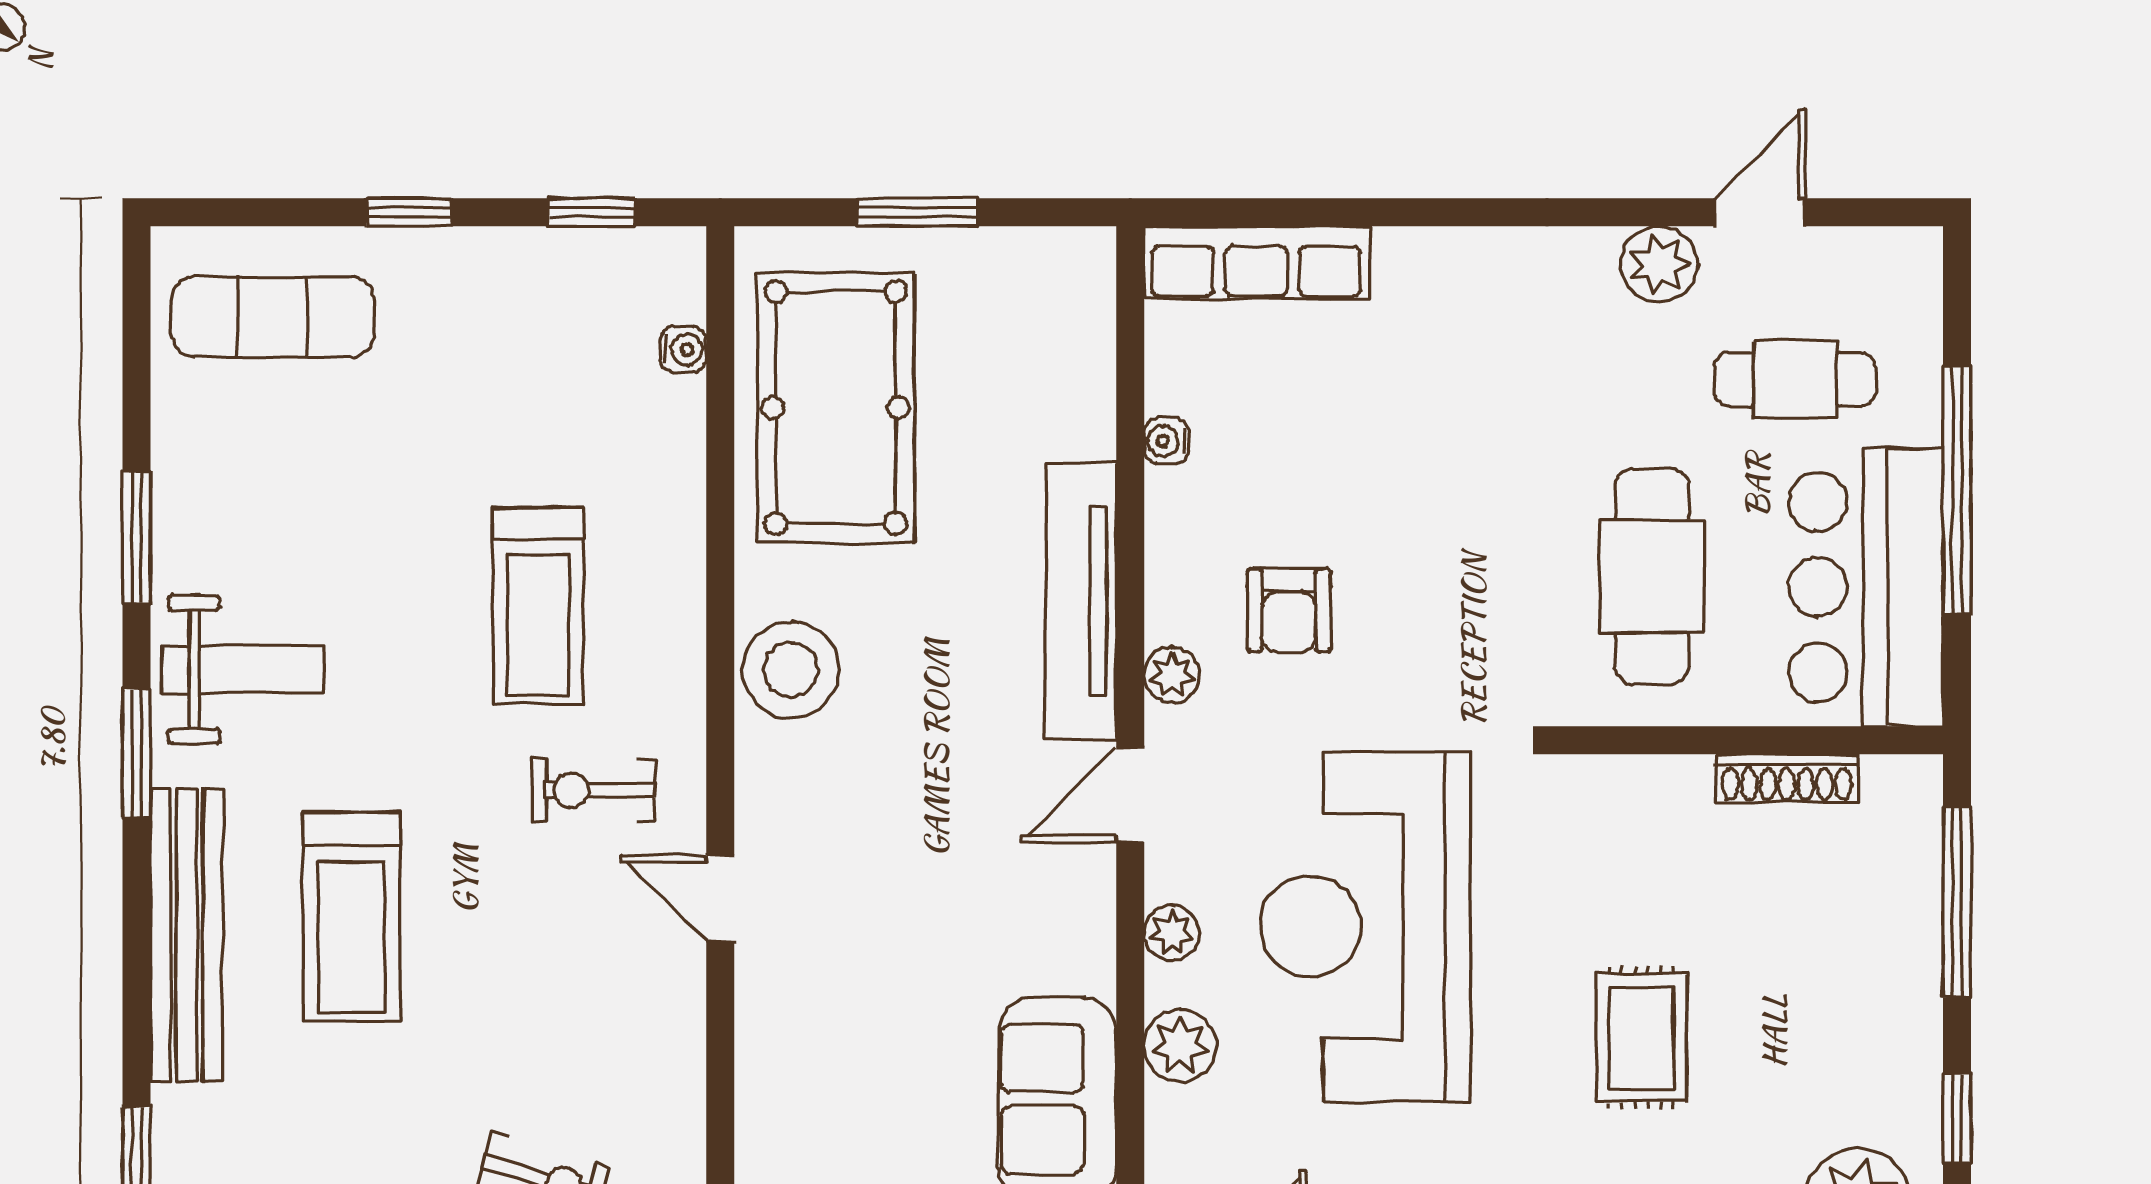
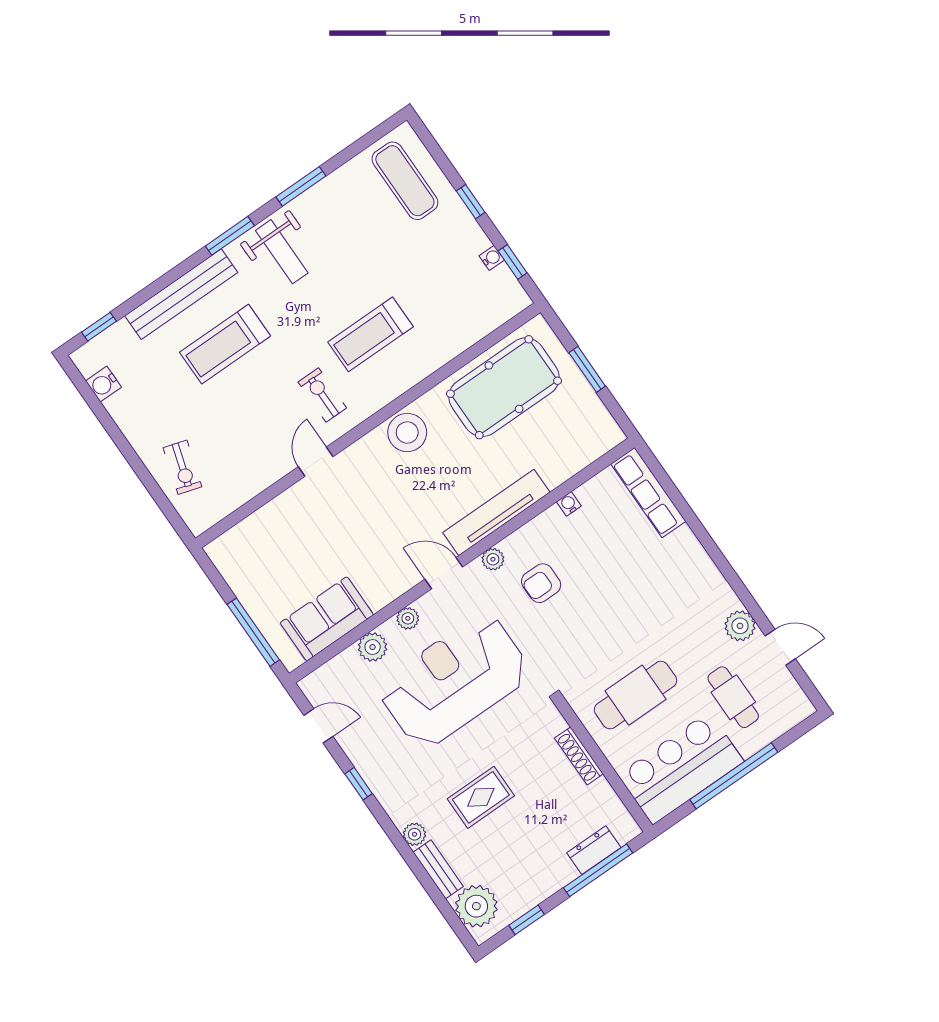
water cooler: (683, 349) -> (492, 258), moved, turned -90
shoe rack: (1787, 778) -> (579, 756), moved
dresser: (1910, 882) -> (594, 850), added

